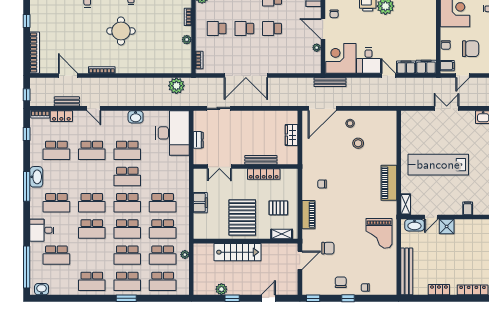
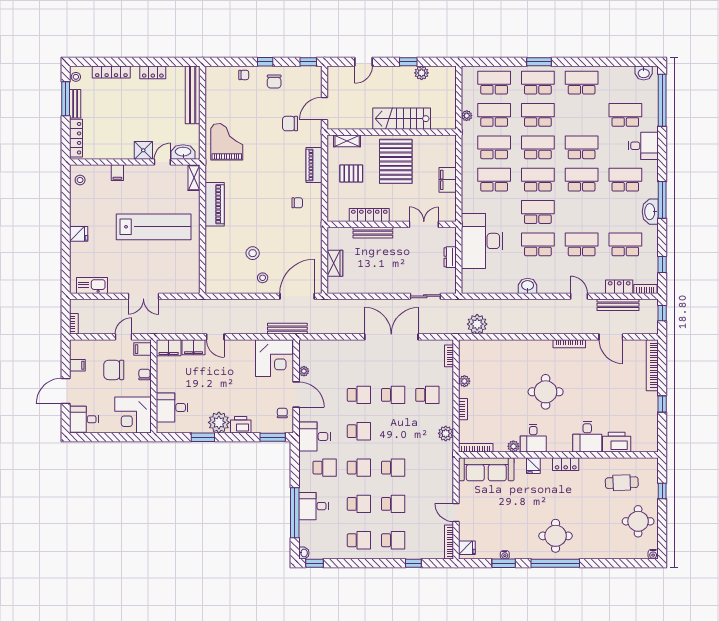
desk: (369, 60) -> (172, 407), moved, turned -90
bench: (67, 101) -> (618, 305), width x1.36
desk: (172, 133) -> (482, 241), moved

